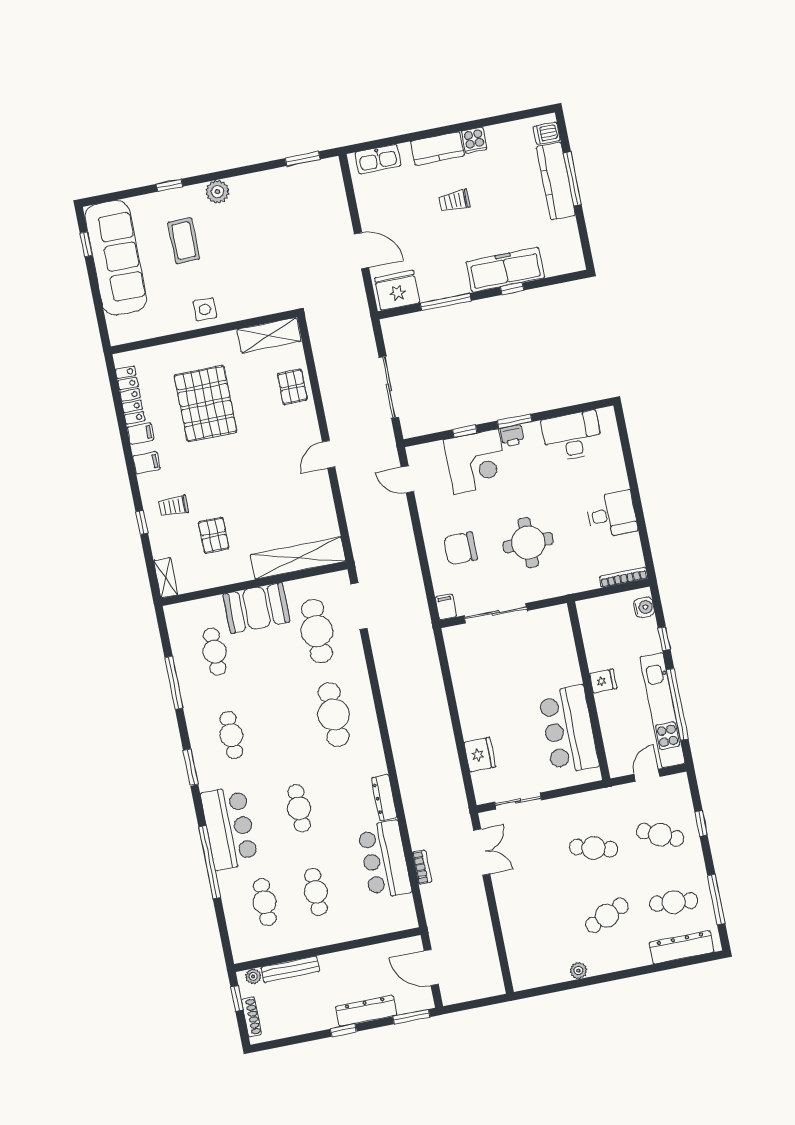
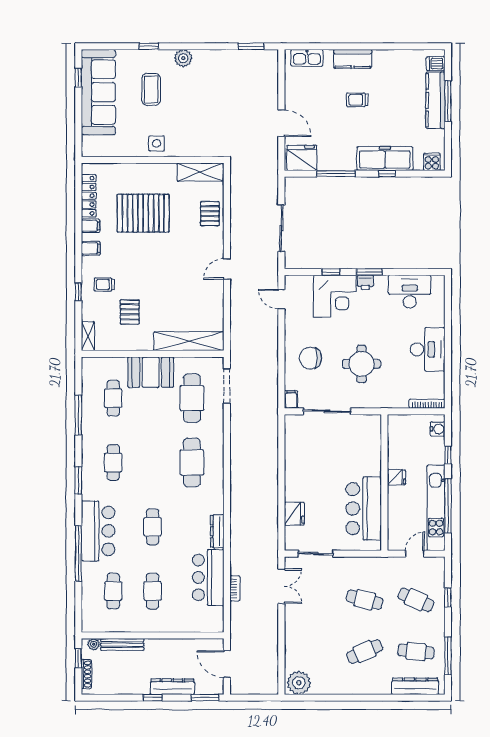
cooker: (474, 140) -> (432, 162), moved, turned 180
pallet: (205, 403) -> (143, 213), turned 90
desk: (612, 514) -> (428, 349), width x1.37
plant: (578, 971) -> (299, 683), moved, width x1.88, depth x1.88

